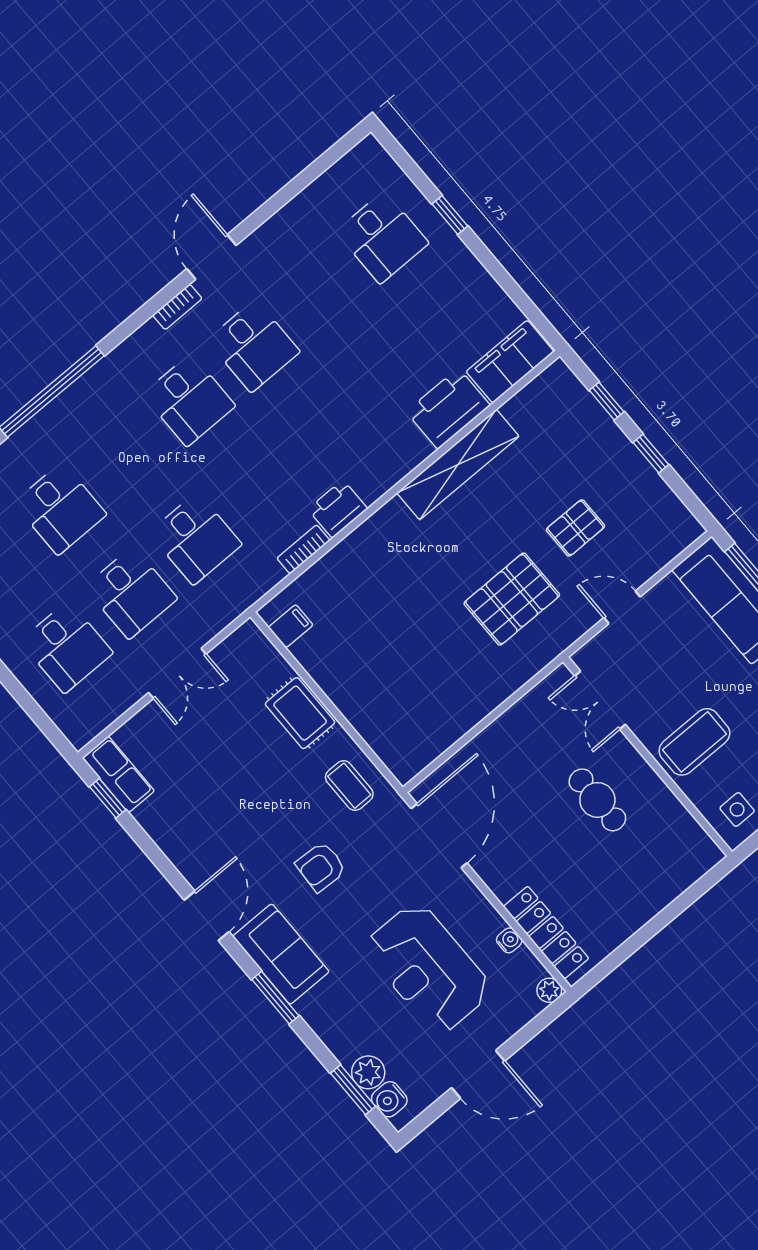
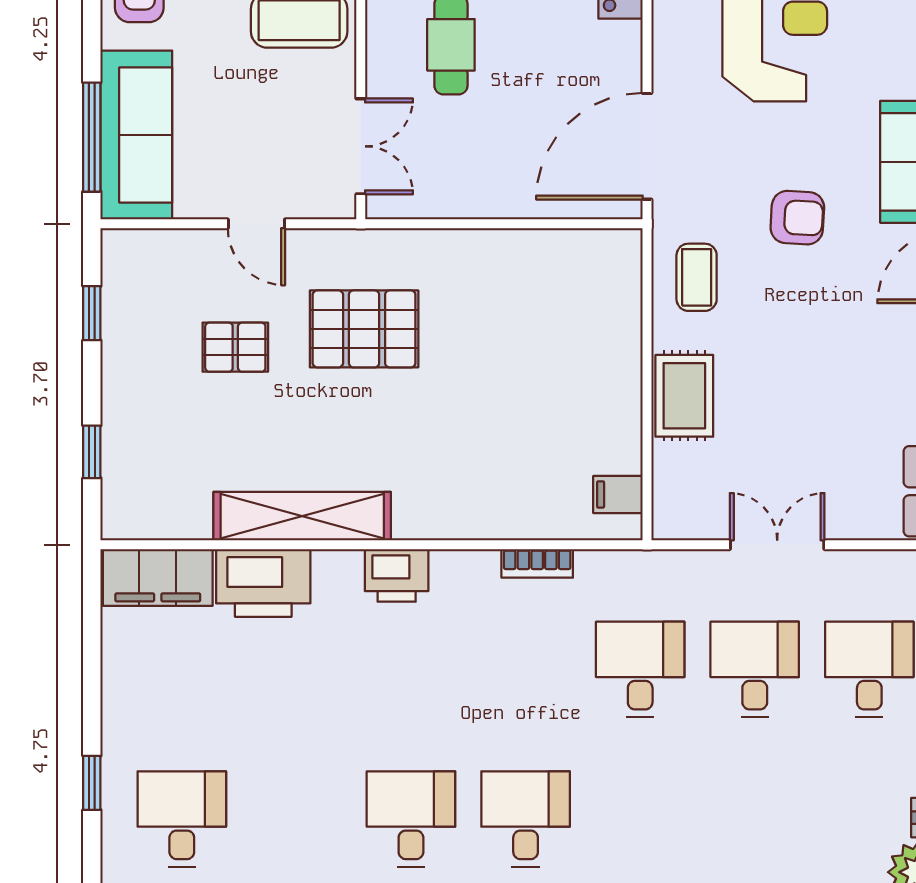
window: (651, 454) -> (92, 313), moved
desk: (60, 508) -> (755, 819), removed
printer: (338, 509) -> (397, 575), moved

